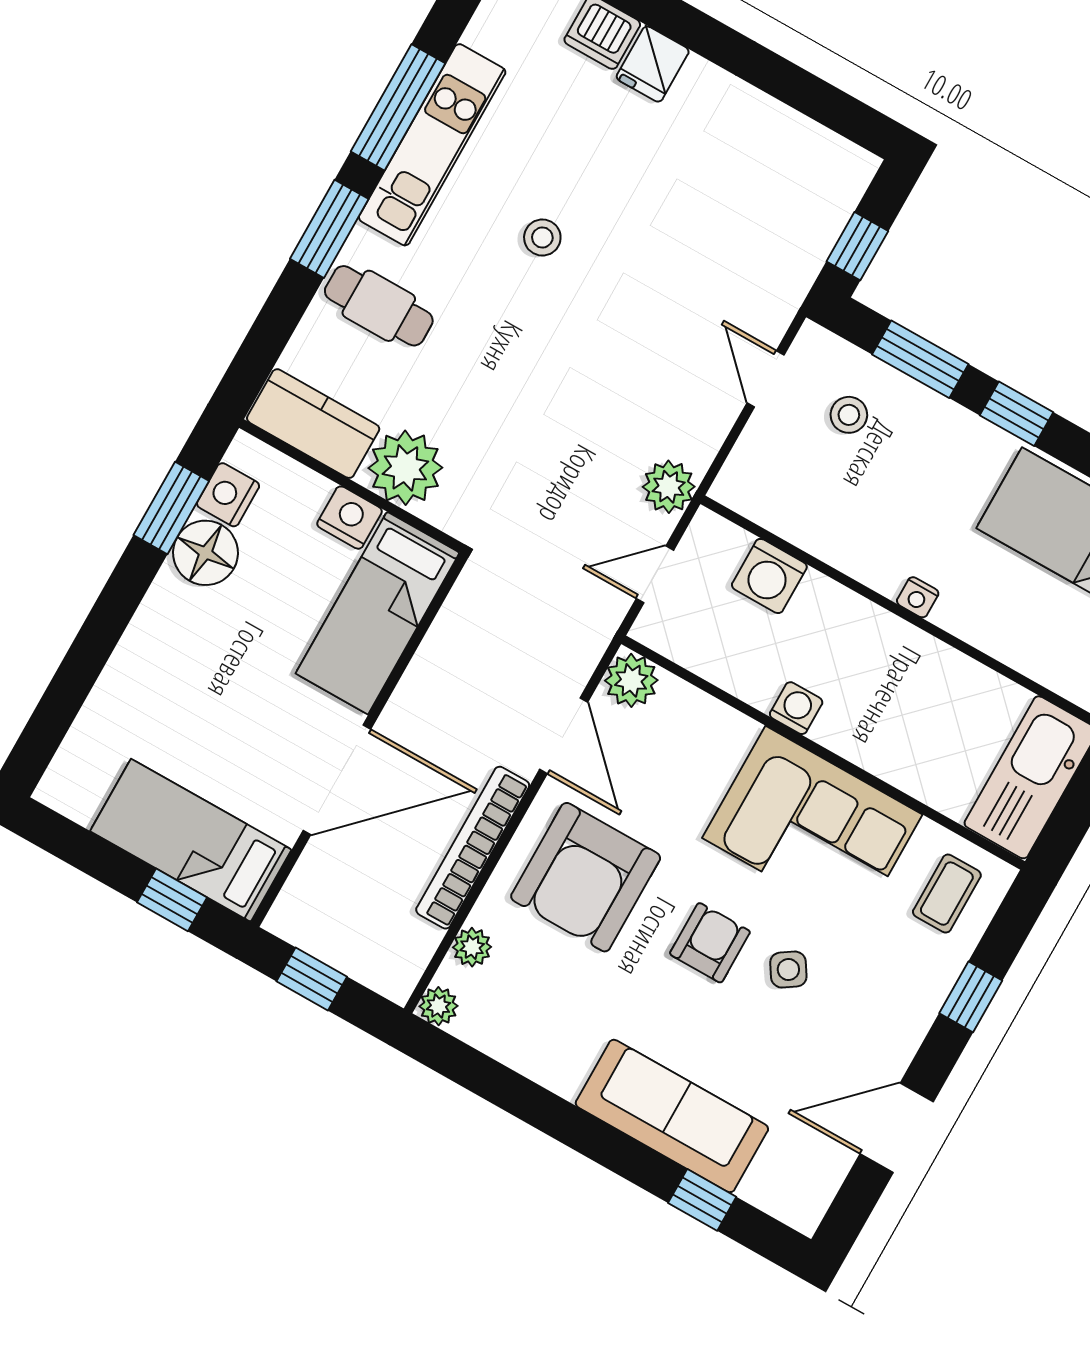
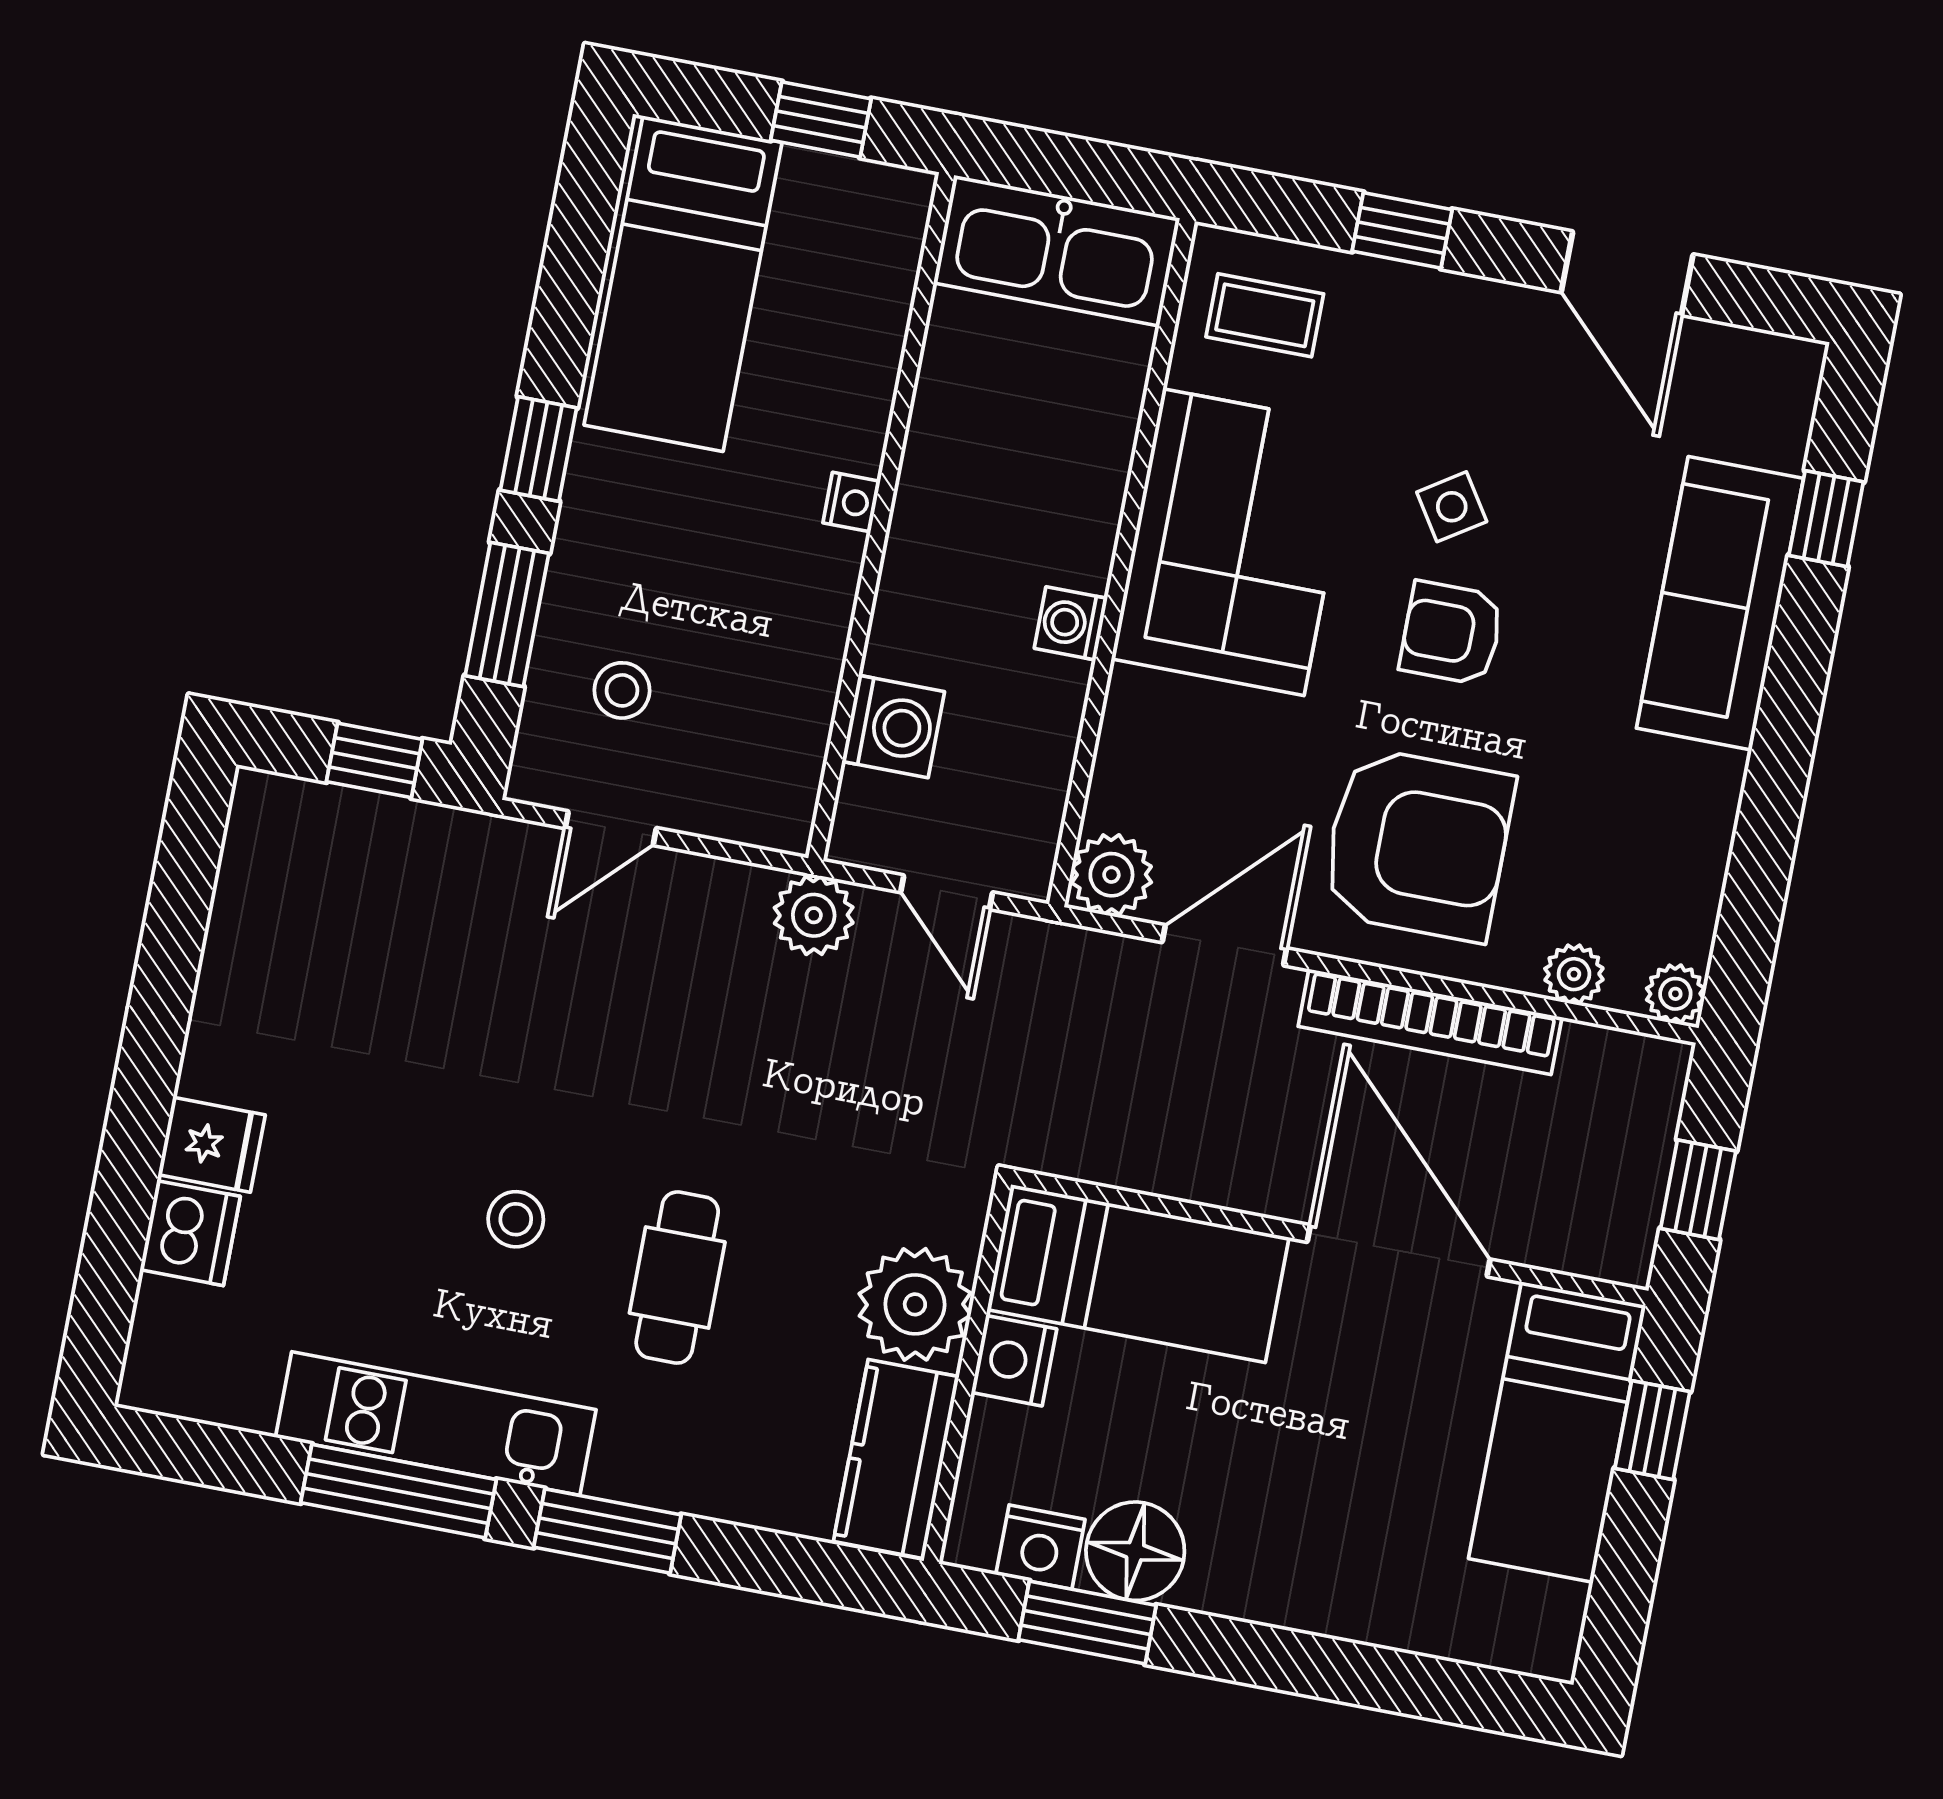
cafe table: (379, 306) -> (677, 1278), moved

